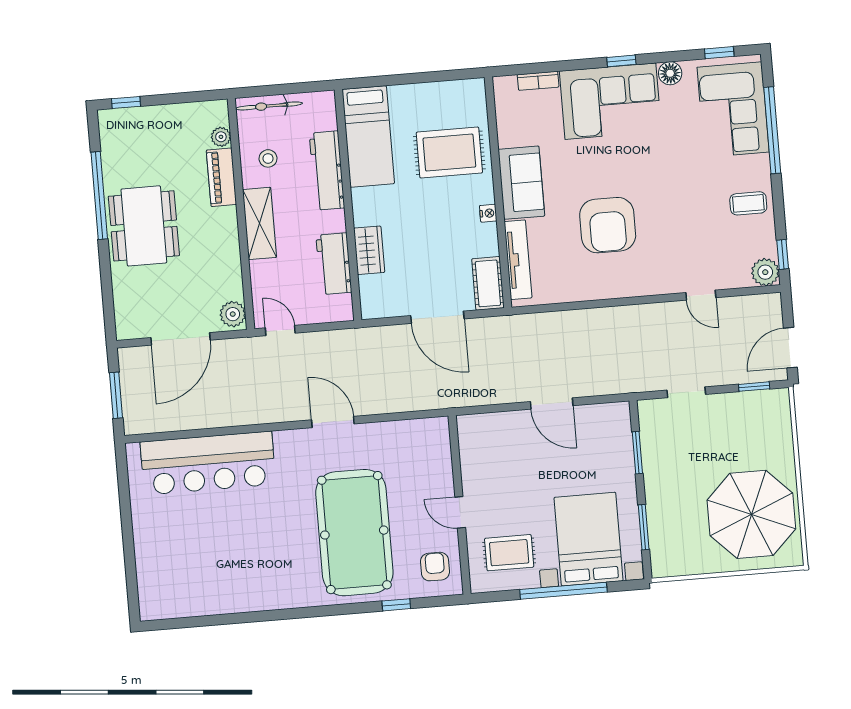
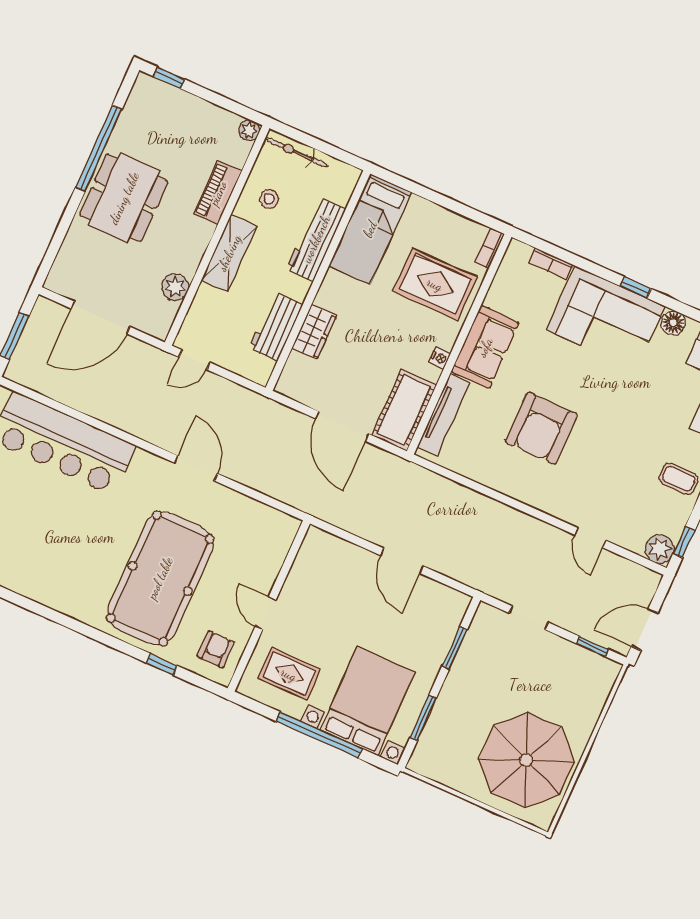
bookcase: (479, 96) -> (490, 248), added
plant: (221, 137) -> (249, 130), moved
cot: (488, 283) -> (404, 410), width x1.37, depth x1.34
plant: (233, 314) -> (175, 287), moved
door: (280, 330) -> (194, 360), swing flipped

